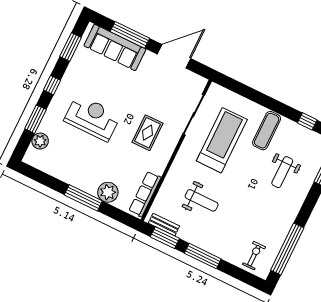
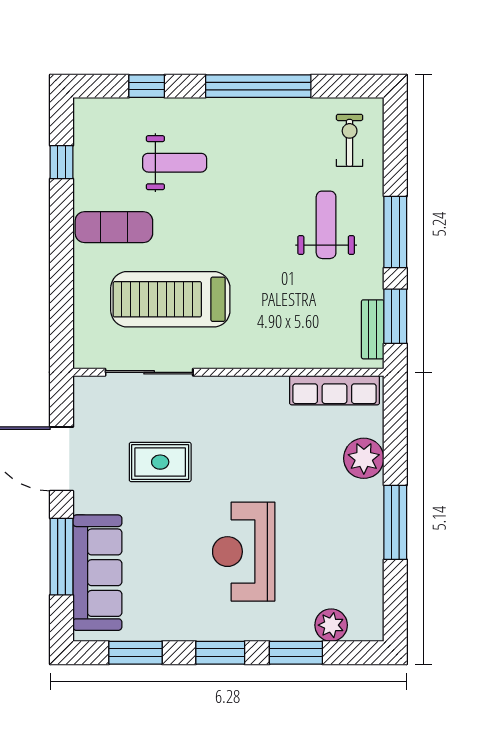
window: (52, 85) -> (220, 653), width x1.50
rug: (148, 133) -> (160, 462), moved
window: (83, 198) -> (395, 522), moved
weight bench: (202, 200) -> (326, 225), moved
window: (287, 249) -> (258, 86), moved
exercise bike: (254, 256) -> (350, 140), turned 90

